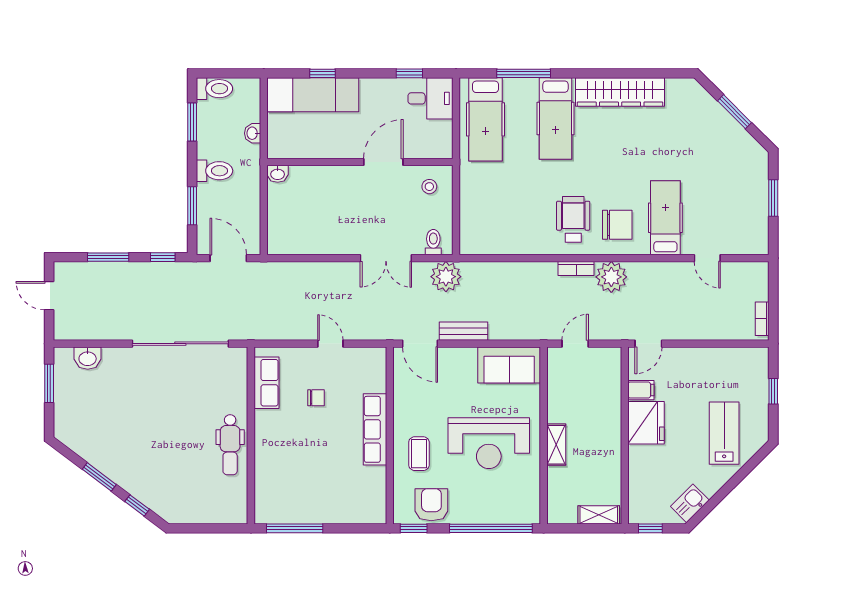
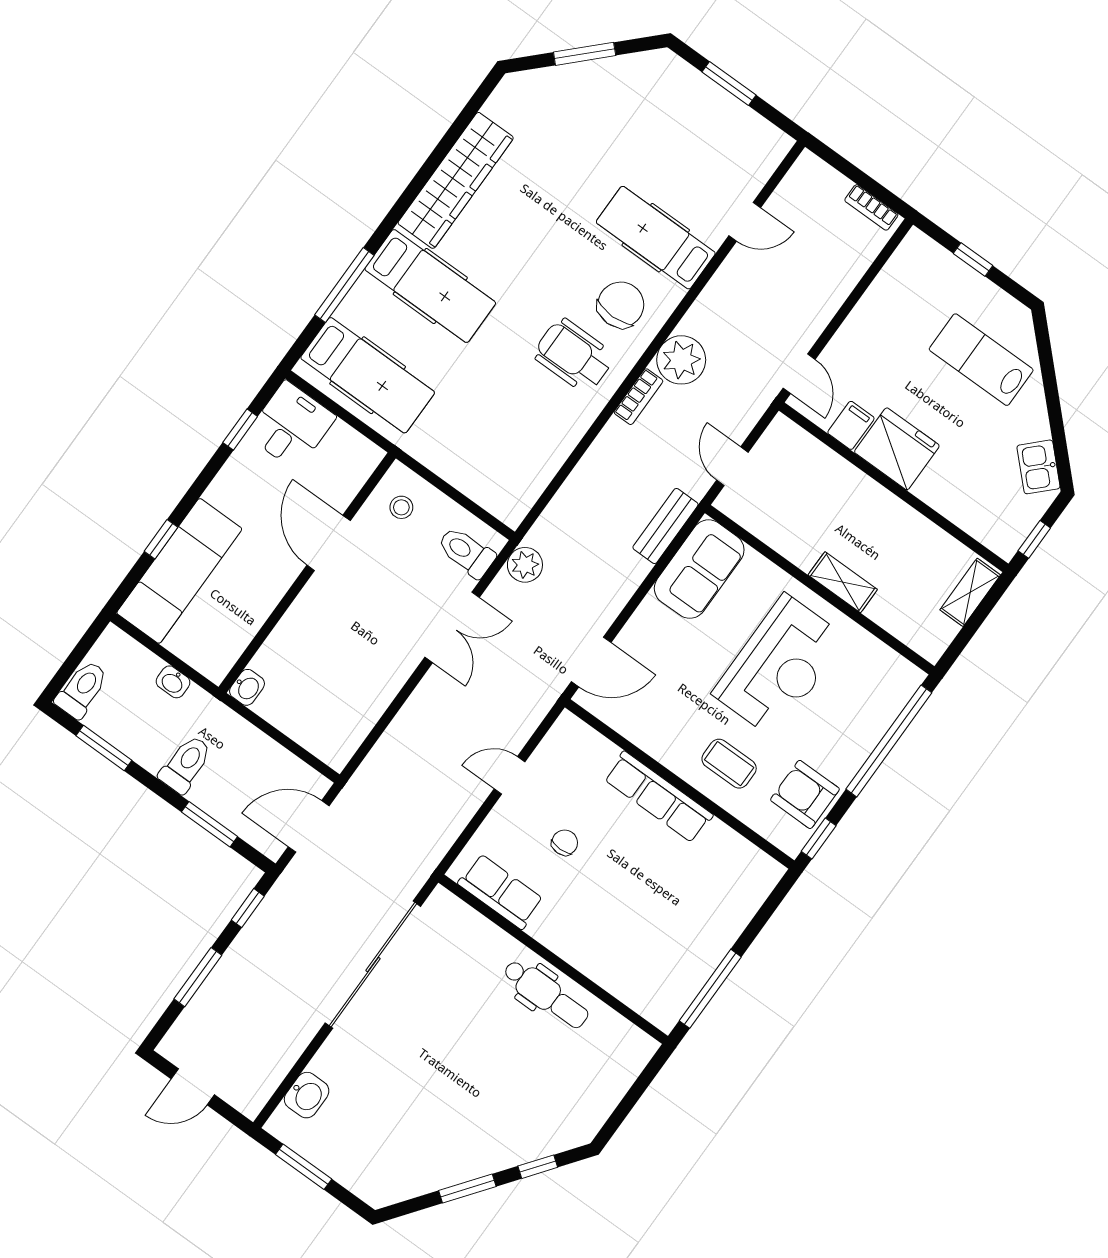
toilet: (433, 242) -> (466, 552), width x1.37, depth x1.39
plant: (446, 277) -> (525, 565), width x0.73, depth x0.73
bench: (463, 331) -> (665, 526), moved

